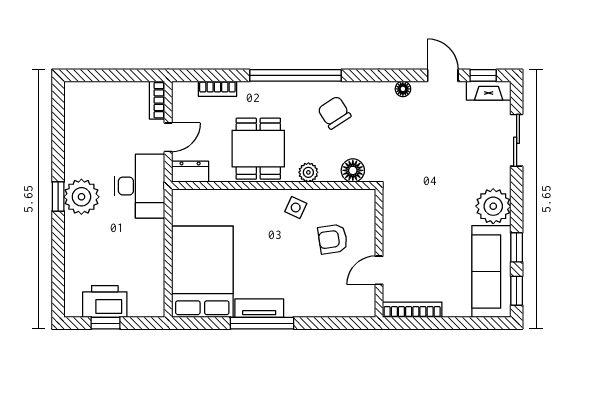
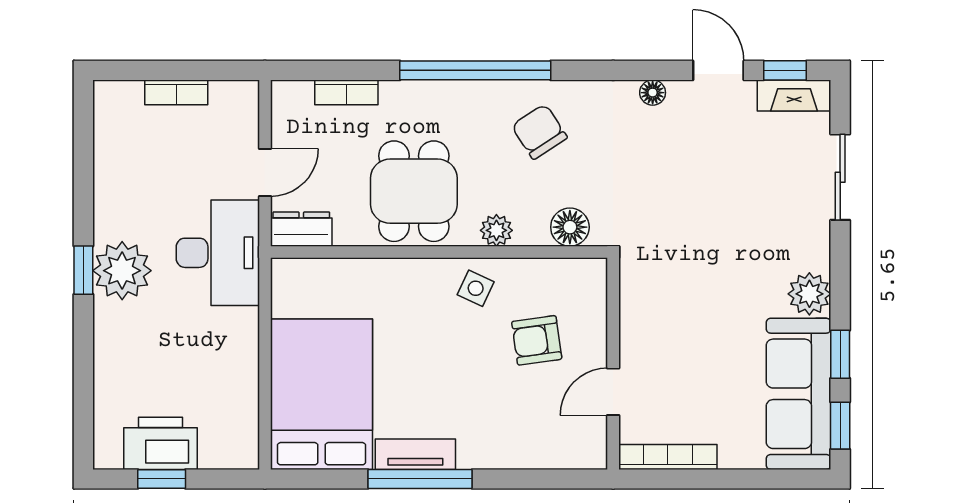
bookcase: (157, 100) -> (176, 92), moved, turned -90
plant: (493, 206) -> (809, 294), width x0.73, depth x0.73

